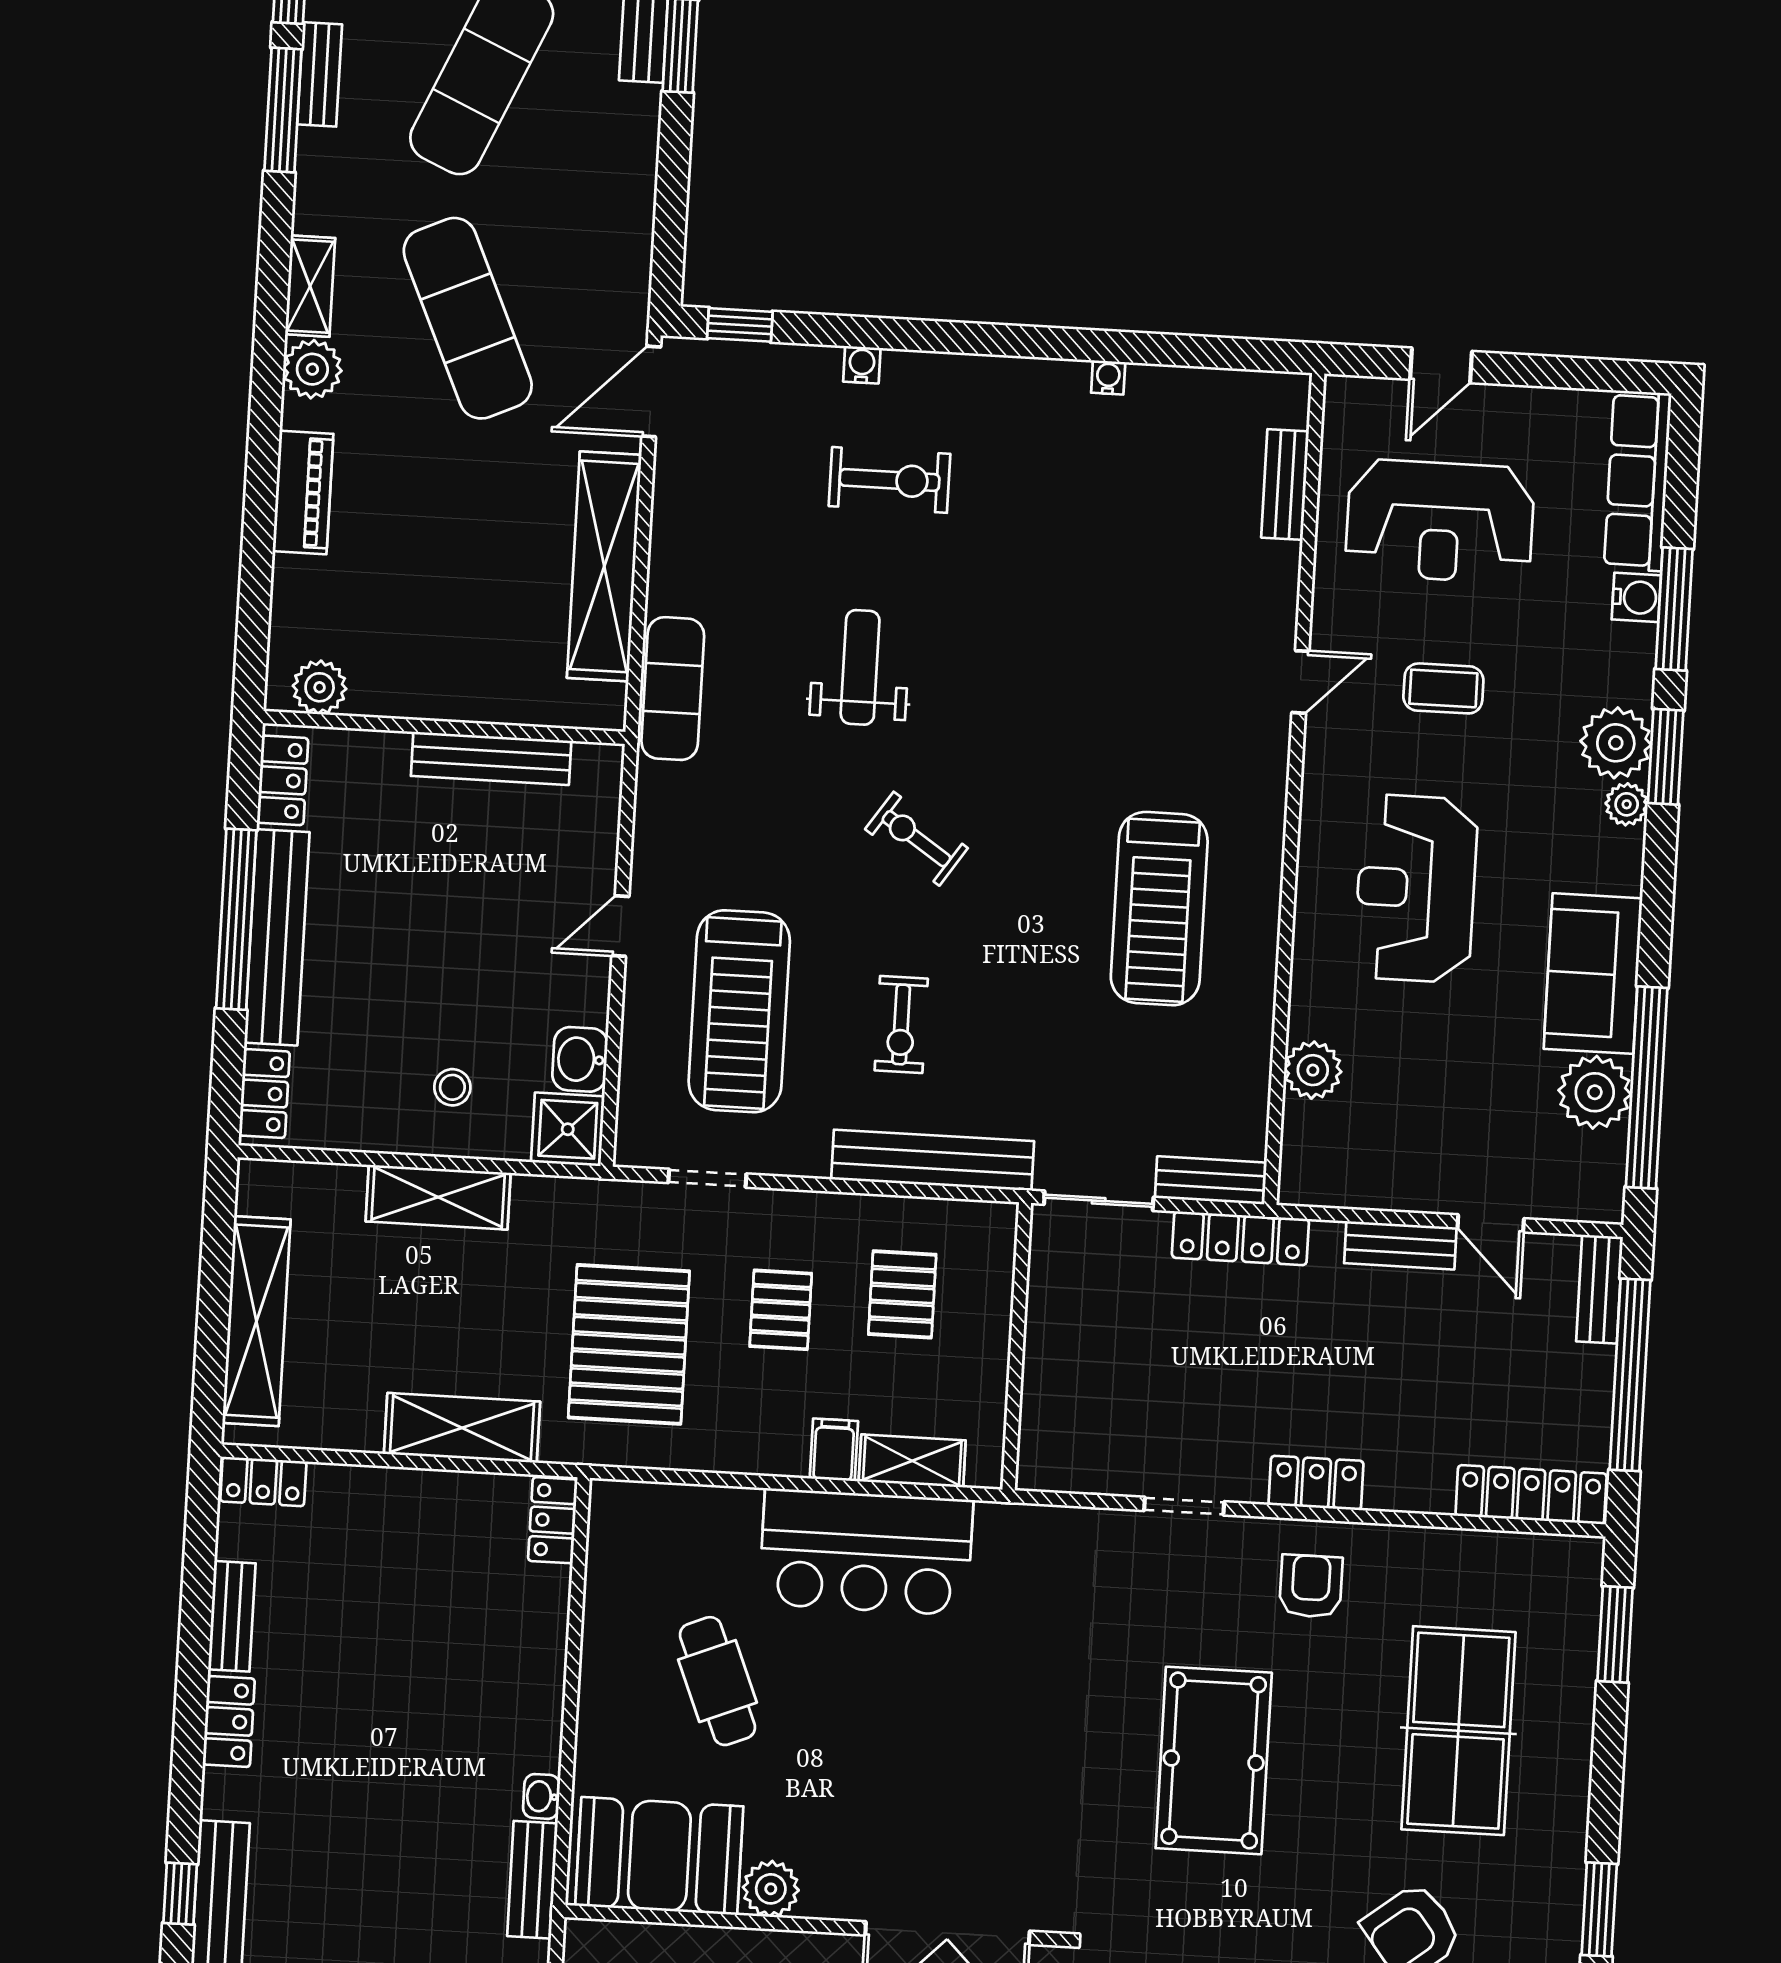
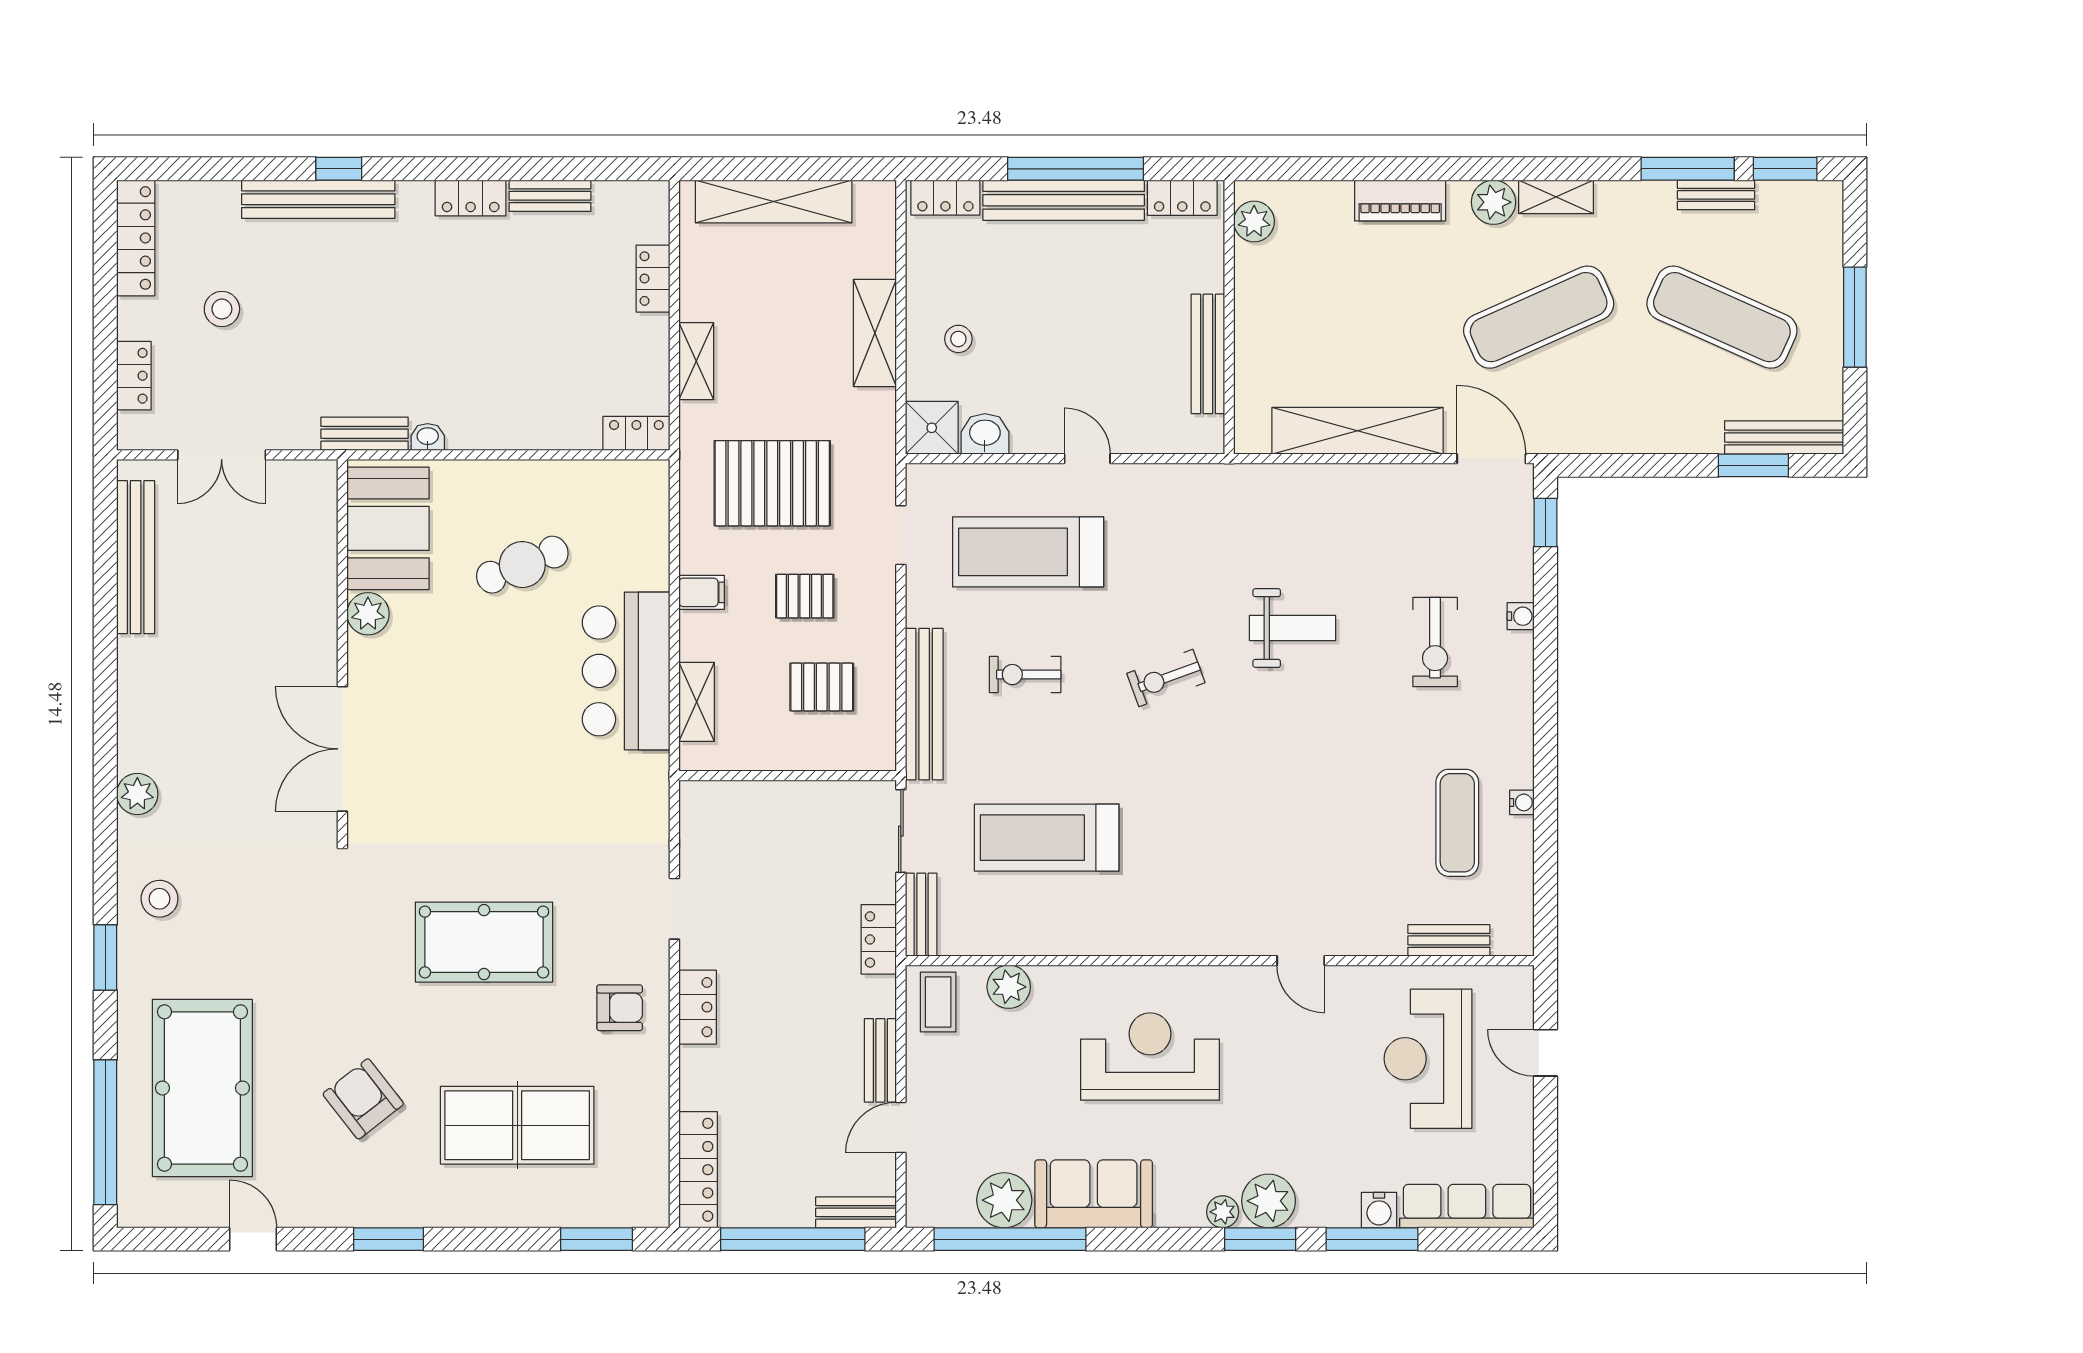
coffee table: (1443, 688) -> (938, 1002), moved
exercise mat: (673, 689) -> (1457, 823), moved, turned 90
exercise bike: (916, 839) -> (1166, 678), turned -144
treadmill: (1159, 909) -> (1047, 838), moved
locker: (1240, 1238) -> (879, 939), width x0.66
shelving: (462, 1428) -> (696, 361), width x0.67, depth x0.75
filing cabinet: (834, 1450) -> (702, 592), moved
locker: (263, 1482) -> (653, 279), moved

